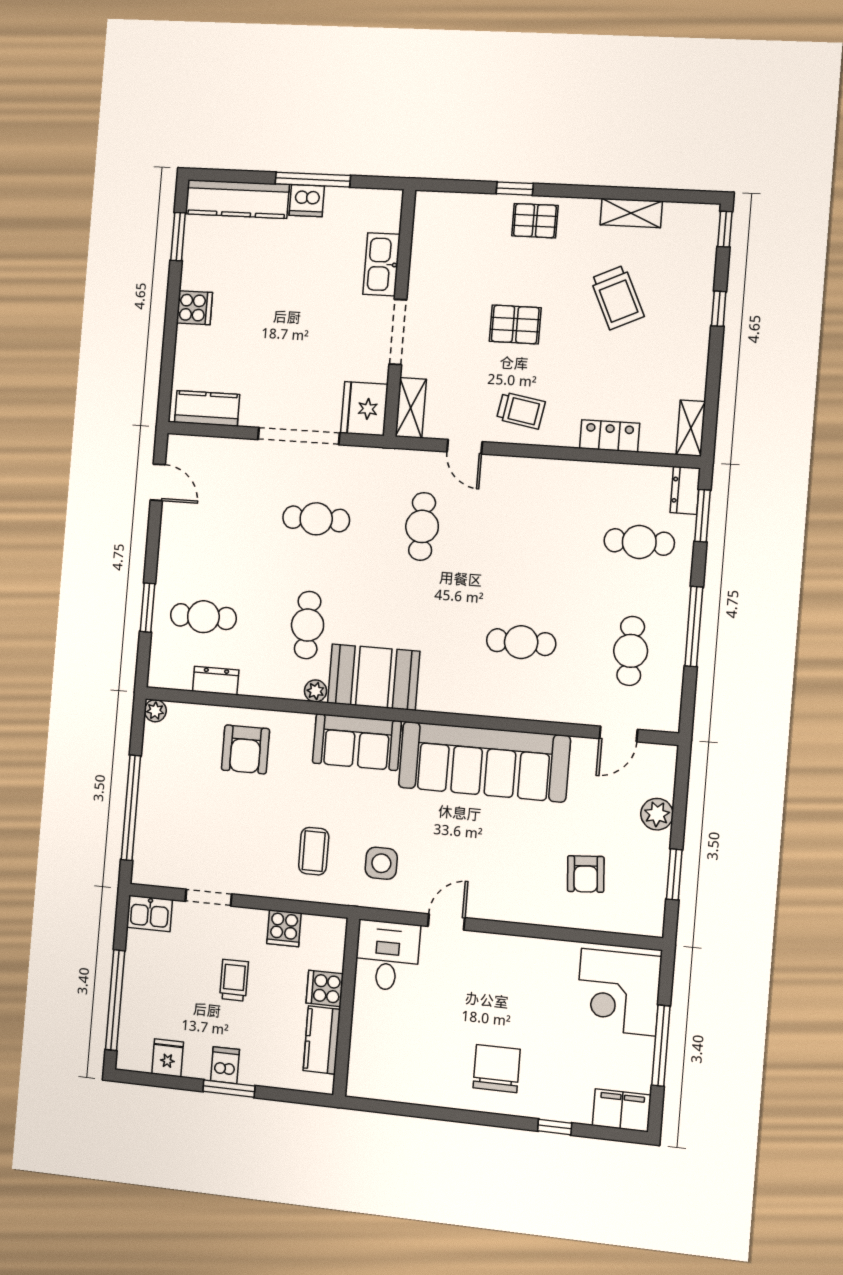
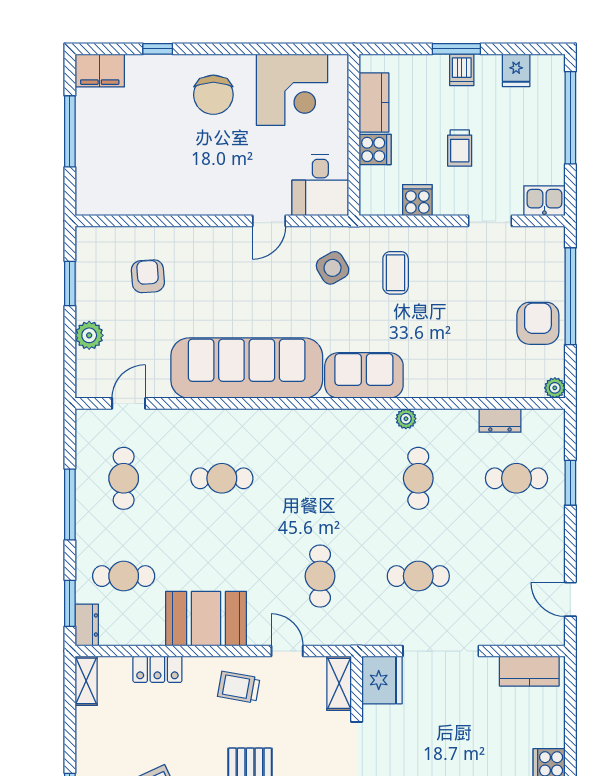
booth: (374, 677) -> (206, 619), moved
armchair: (245, 749) -> (538, 323), moved
side table: (381, 863) -> (333, 268), turned -30
corner desk: (619, 992) -> (292, 90), moved, turned 90

